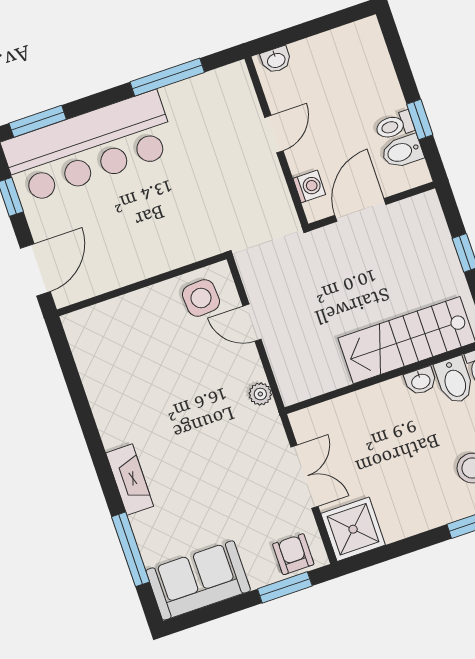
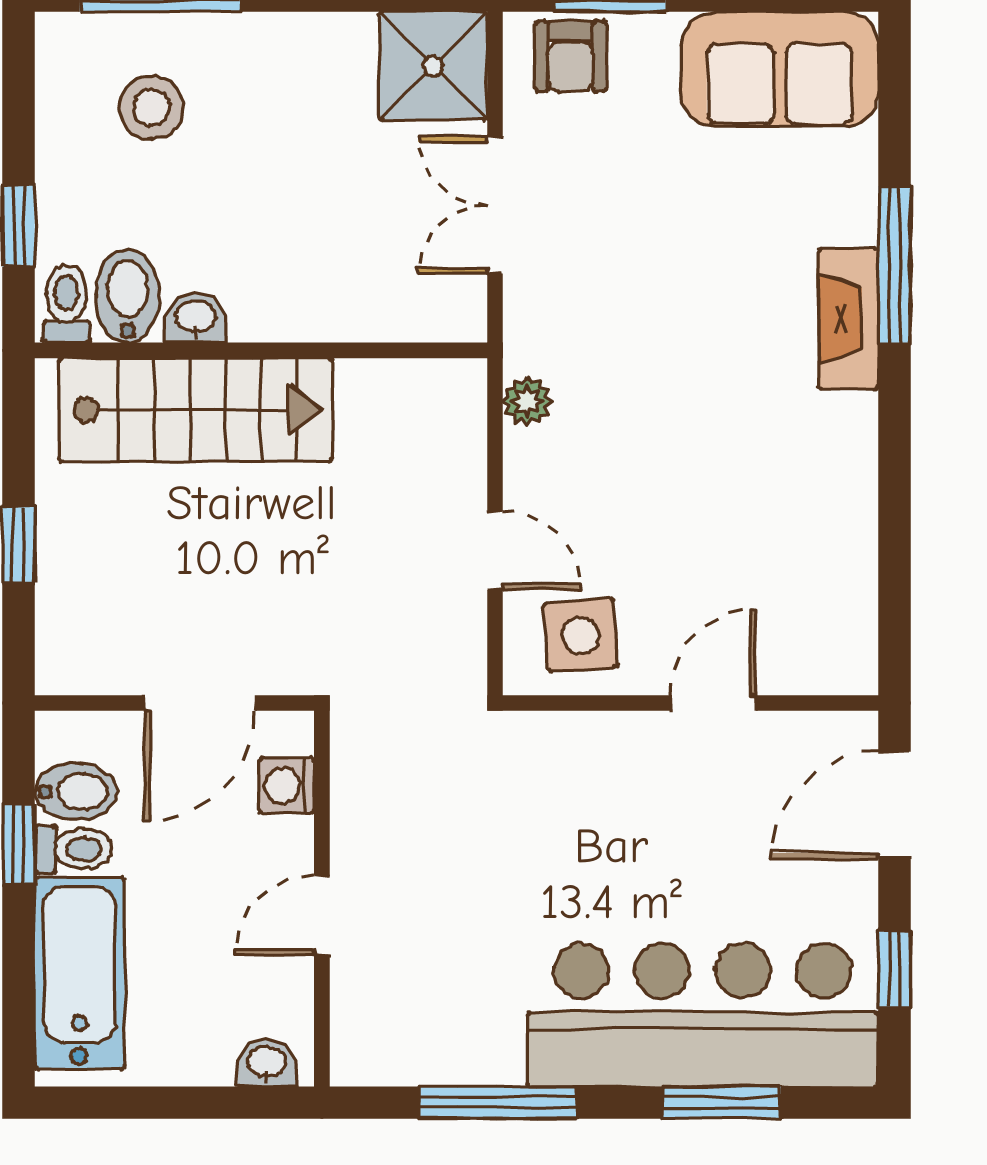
bathtub: (373, 71) -> (80, 974), added
window: (38, 121) -> (722, 1103), moved
door: (132, 288) -> (713, 703), added
window: (131, 549) -> (894, 265), moved

